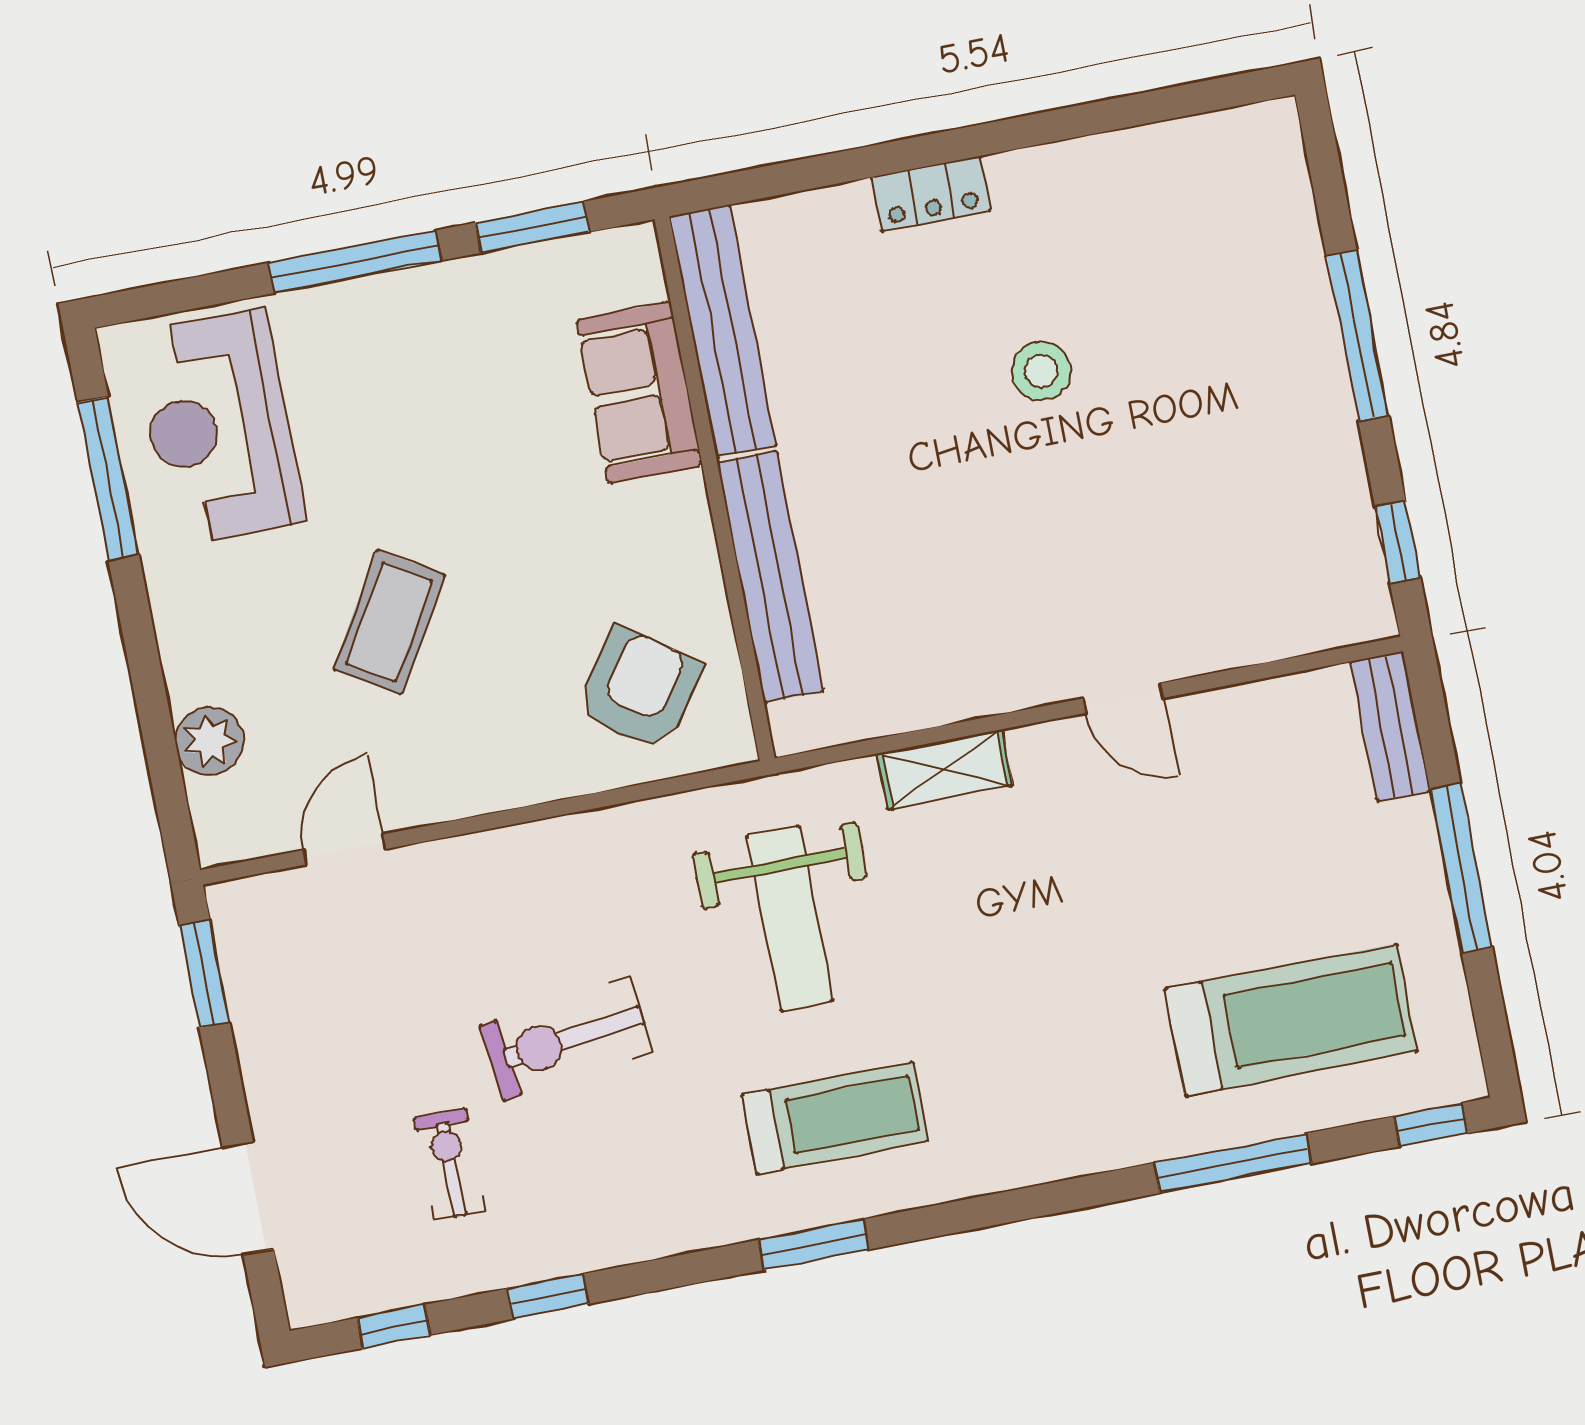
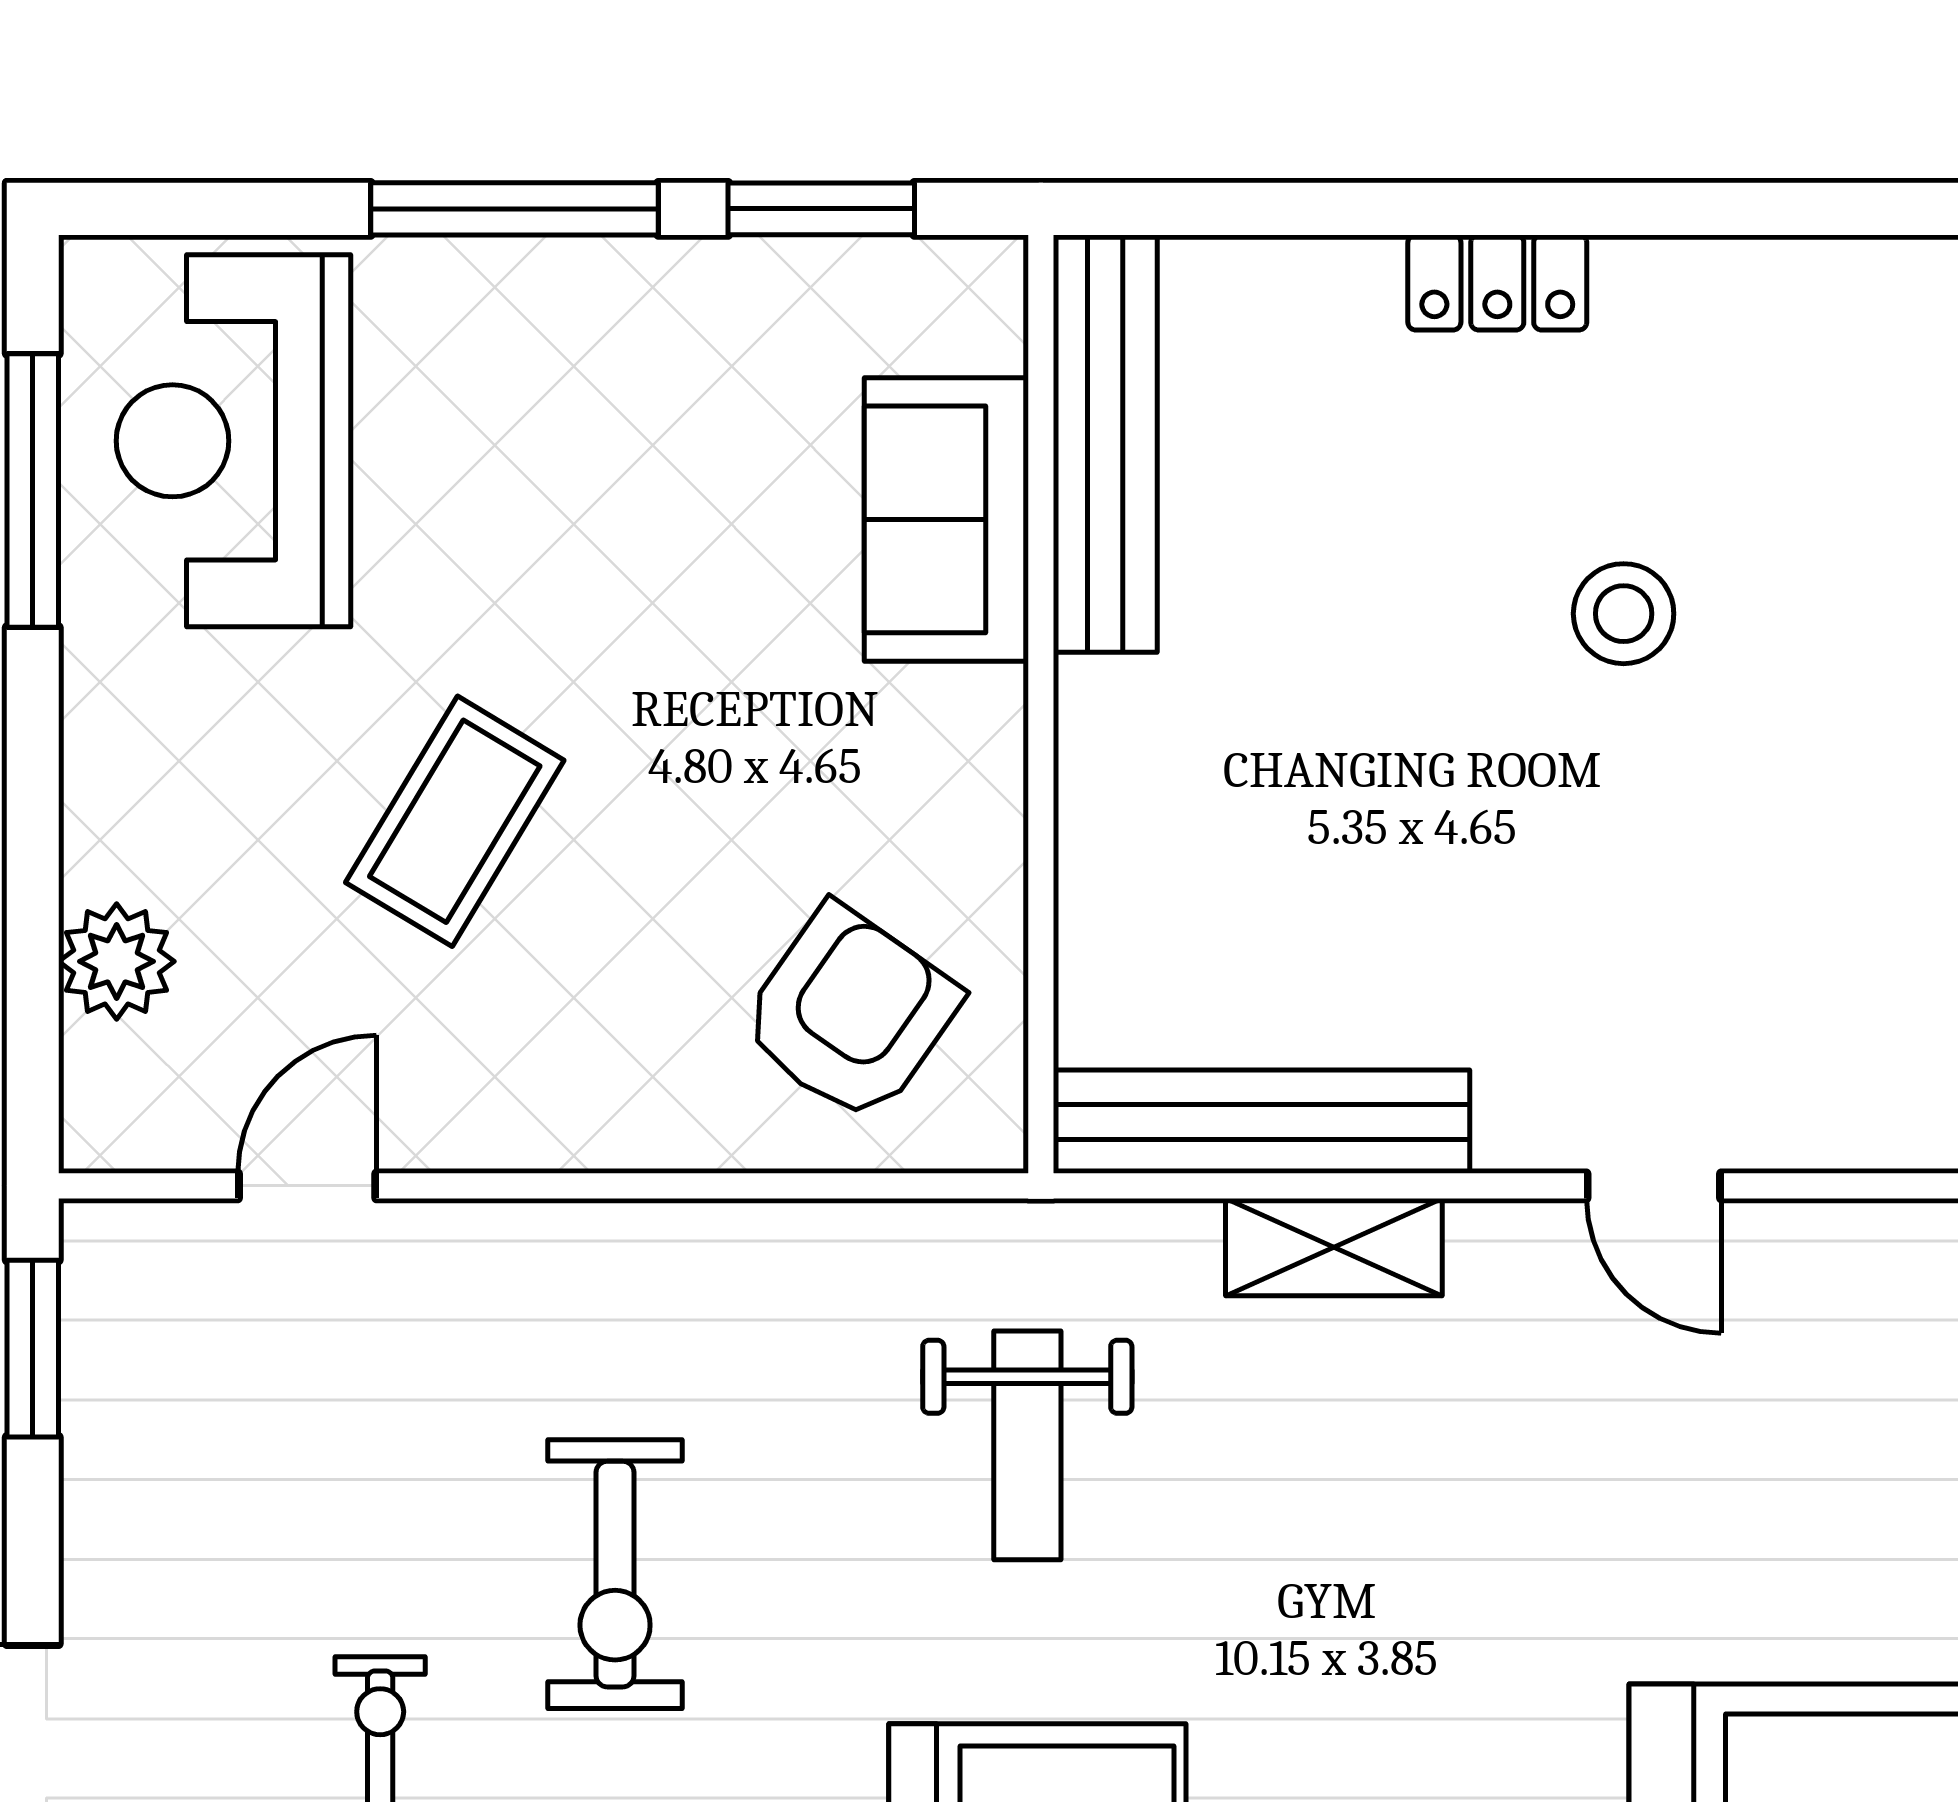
bench: (770, 577) -> (1261, 1122), moved, turned 90
weight bench: (790, 918) -> (1027, 1445), width x0.73, depth x0.75
exercise bike: (566, 1039) -> (615, 1574), turned -83

